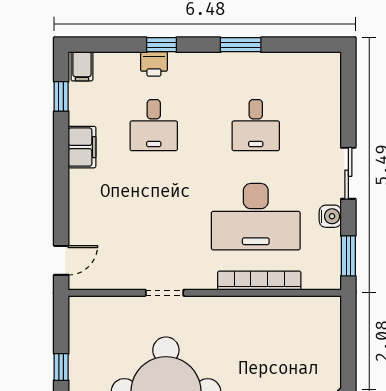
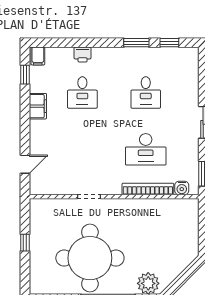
window: (161, 45) -> (169, 43), moved
water cooler: (330, 216) -> (182, 188), moved, turned 90
desk: (256, 217) -> (146, 149), width x0.73, depth x0.77
door: (61, 260) -> (25, 164), moved

